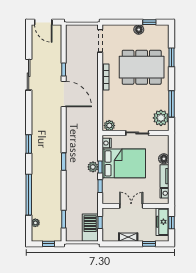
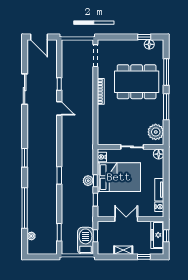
floor lamp: (139, 30) -> (149, 44), moved
window: (172, 57) -> (166, 72), width x1.44
door: (64, 94) -> (59, 108), width x0.53
window: (172, 104) -> (166, 107), moved
plant: (109, 126) -> (105, 140), removed
floor lamp: (164, 159) -> (159, 154), moved
window: (49, 244) -> (44, 257), removed

